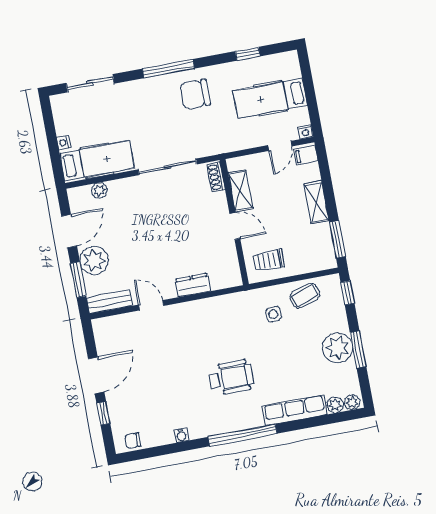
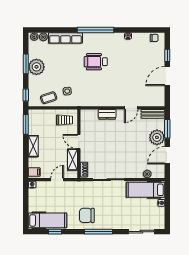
chair: (195, 94) -> (87, 215), turned 180
hospital bed: (270, 98) -> (47, 220), moved
door: (280, 146) -> (57, 180), moved
door: (151, 305) -> (131, 108), hinge flipped

